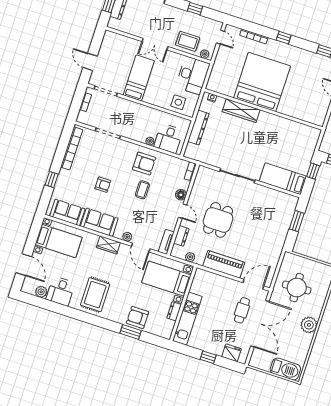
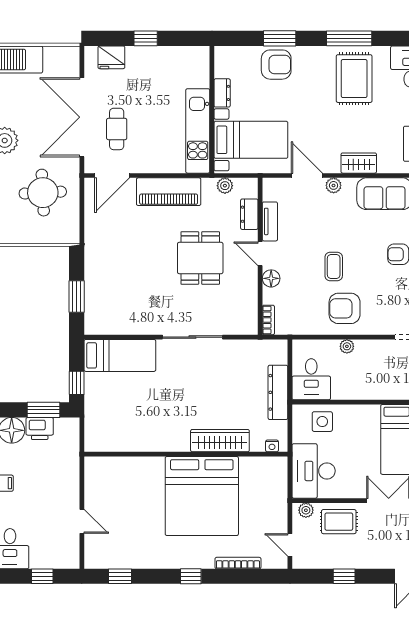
desk: (168, 138) -> (311, 379), moved, turned 180
tv unit: (166, 242) -> (270, 221), moved
window: (90, 319) -> (349, 38), added
kitchen unit: (187, 319) -> (198, 131), moved

